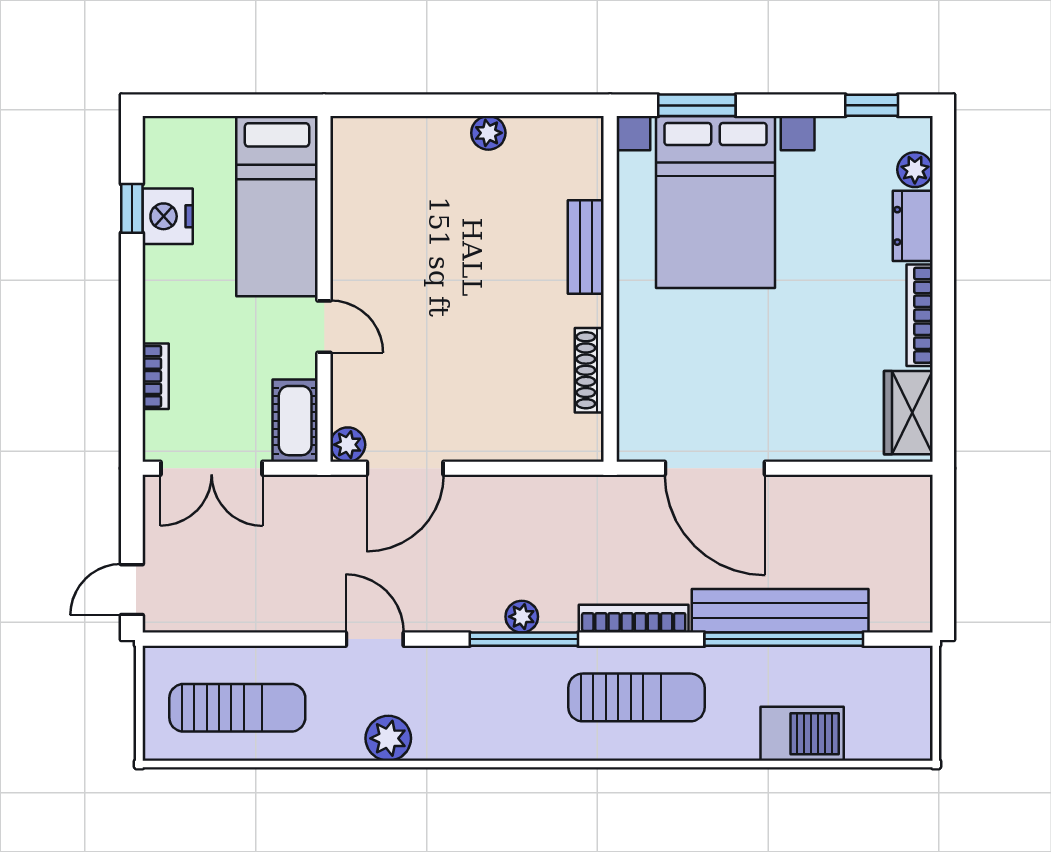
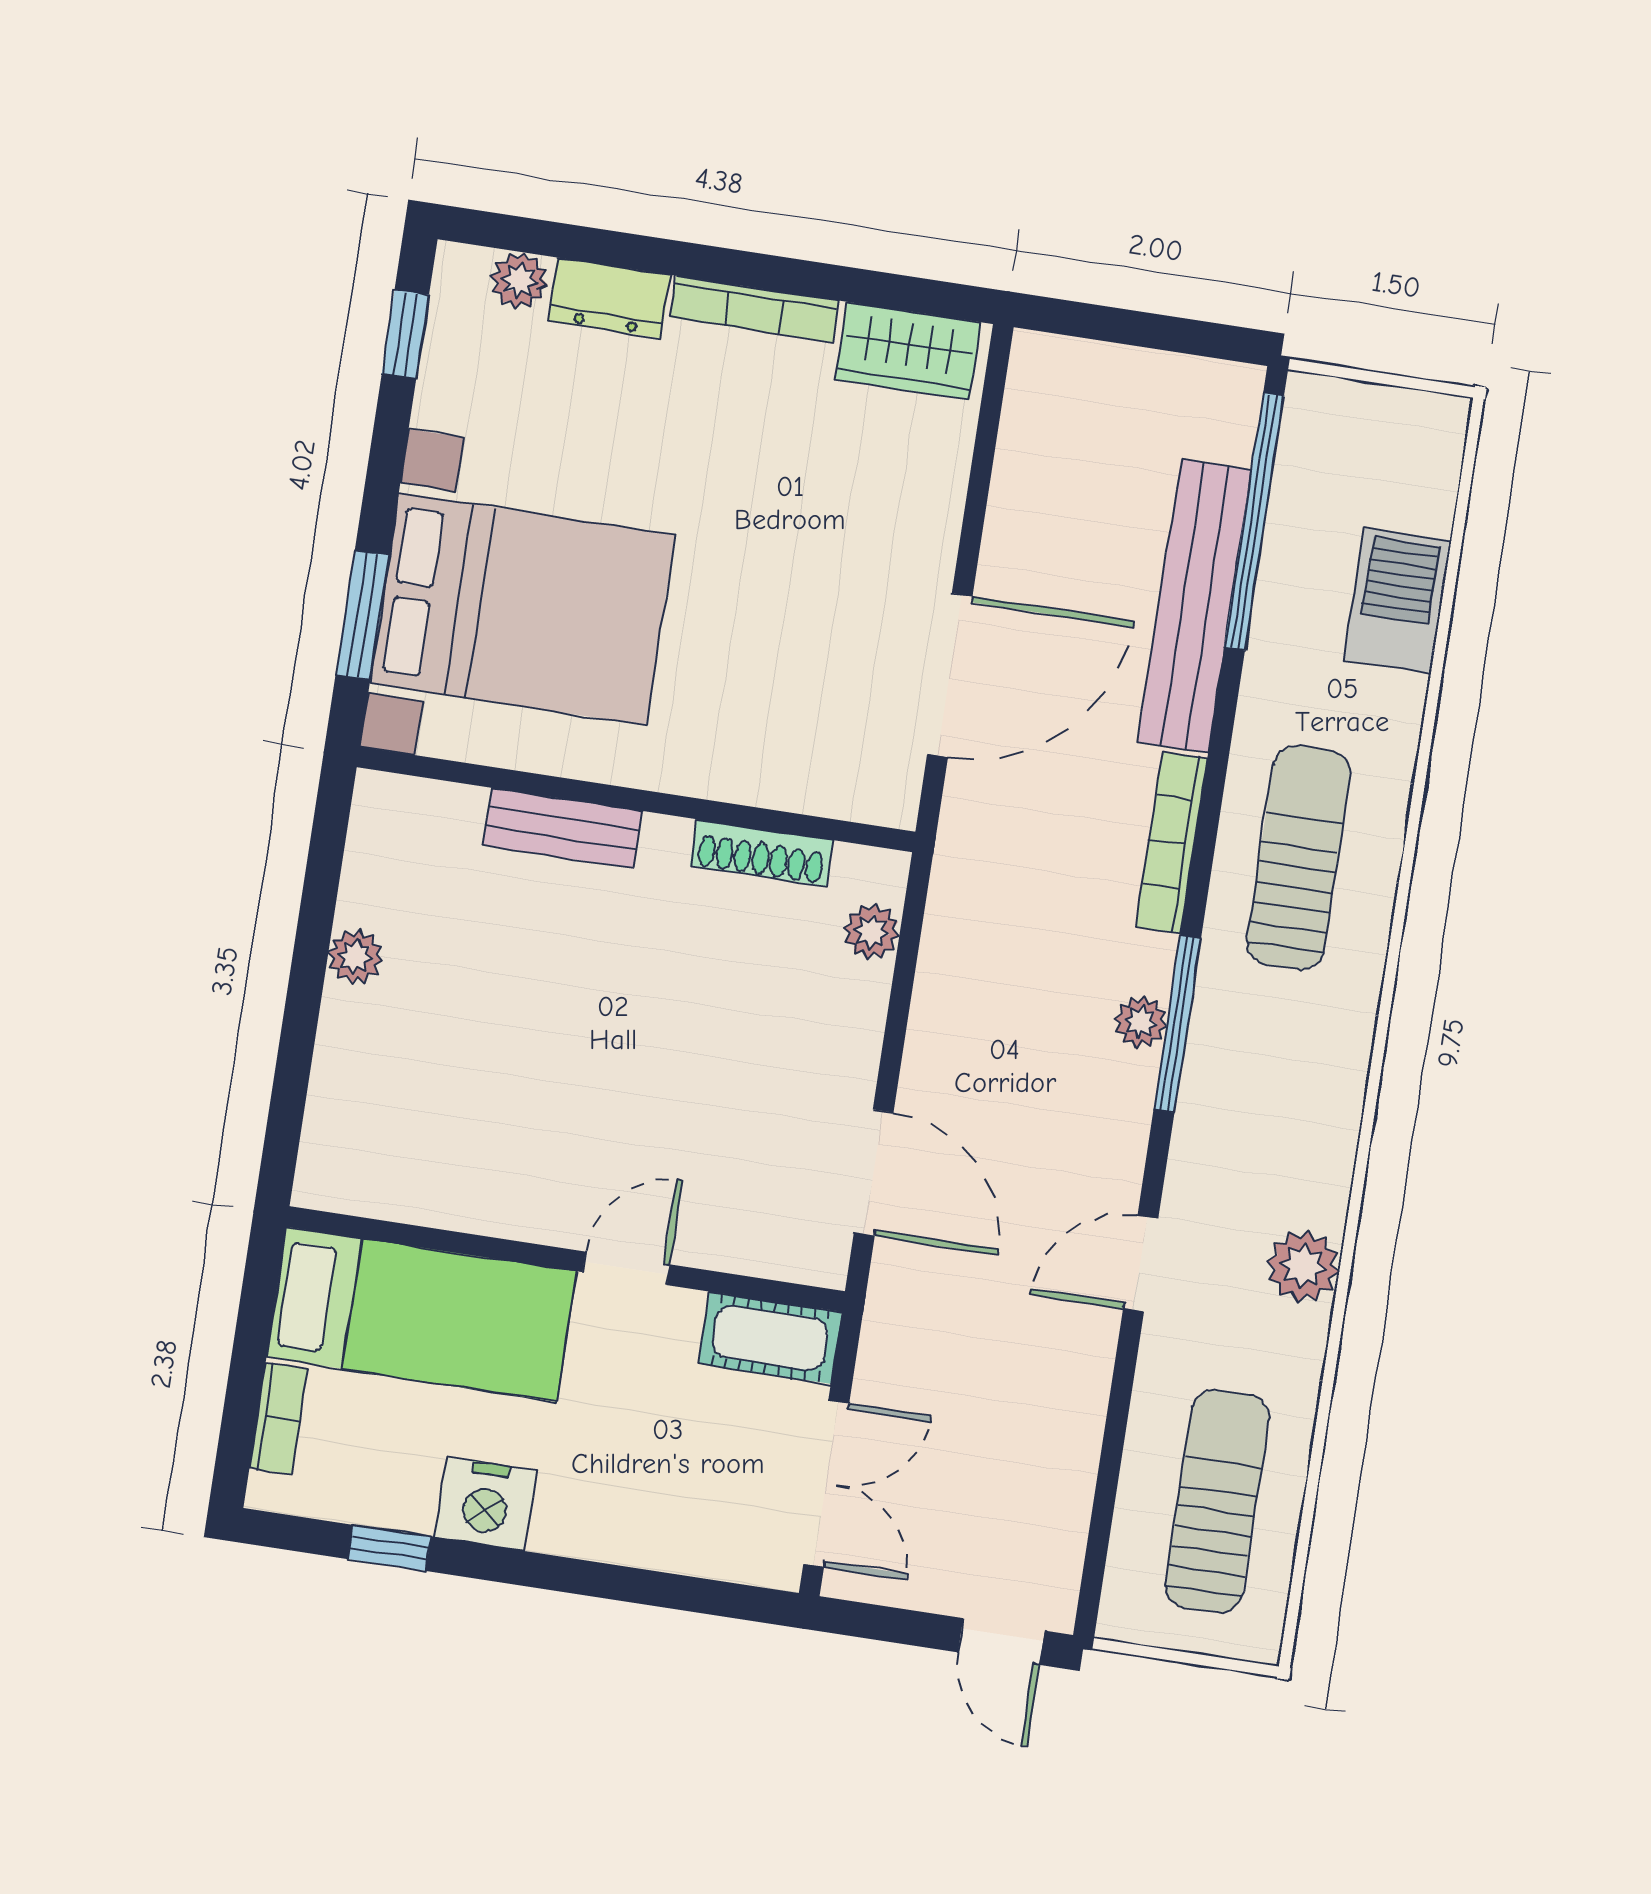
nightstand: (168, 216) -> (486, 1504), moved
bookcase: (156, 376) -> (279, 1419), moved, turned 90
plant: (348, 445) -> (872, 932), moved
window: (784, 639) -> (1254, 521), moved

